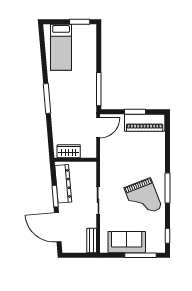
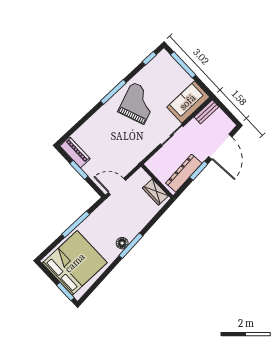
window: (80, 22) -> (65, 291), moved
bed: (61, 47) -> (75, 263), width x2.04
window: (99, 89) -> (76, 224), moved
floor lamp: (55, 94) -> (122, 243), added
piano: (145, 123) -> (75, 152), width x0.73, depth x0.75
sofa: (127, 242) -> (188, 102), moved, turned 90

